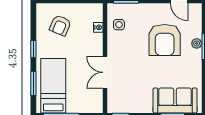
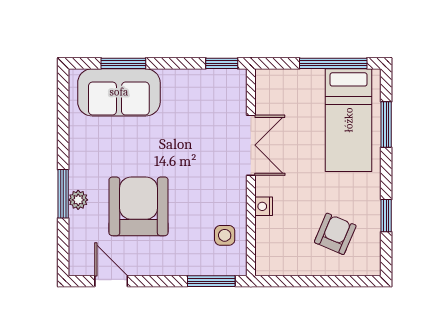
nightstand: (98, 27) -> (264, 206), moved
window: (33, 49) -> (386, 216), moved

